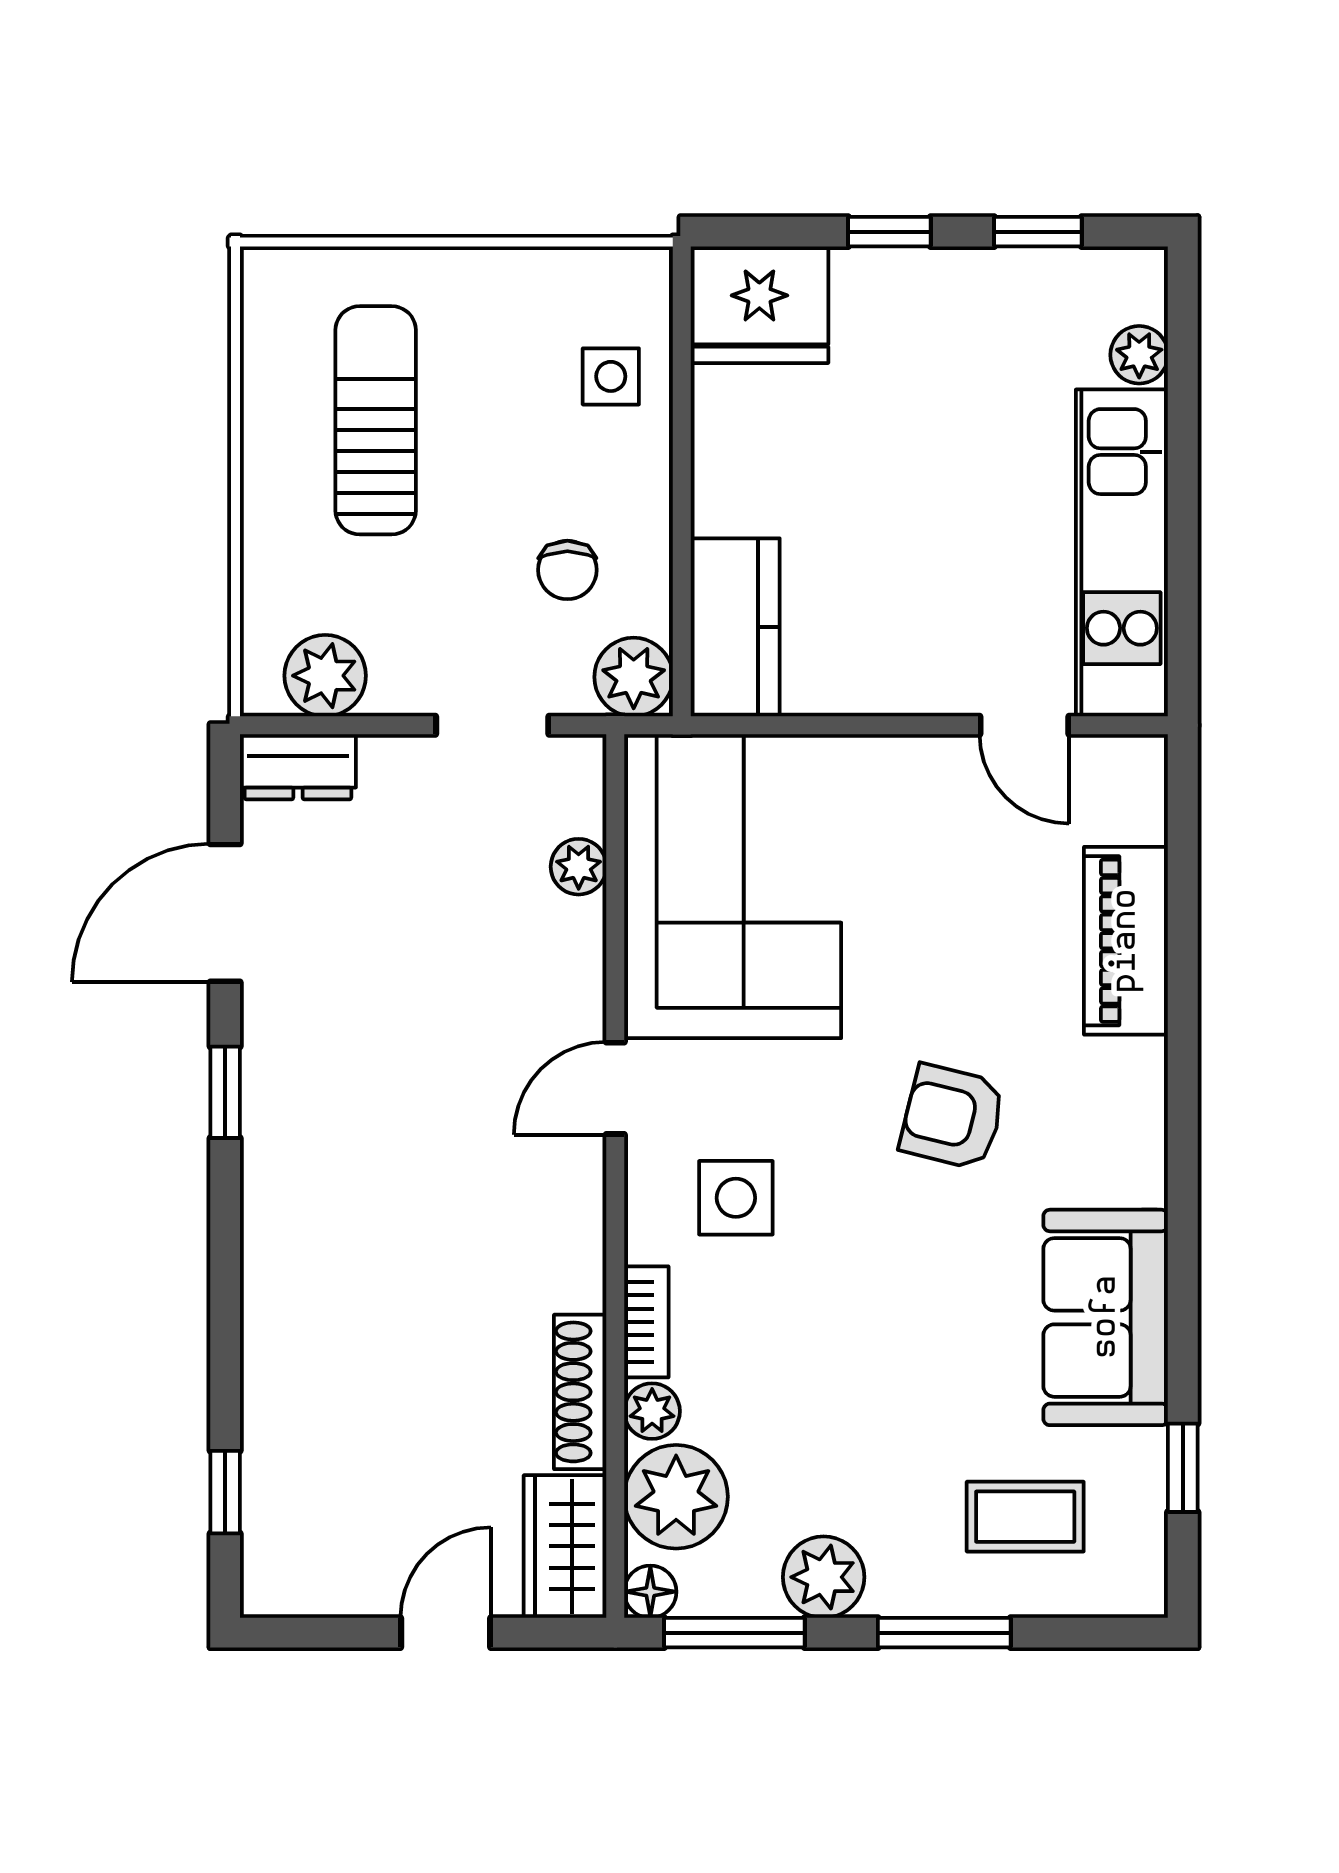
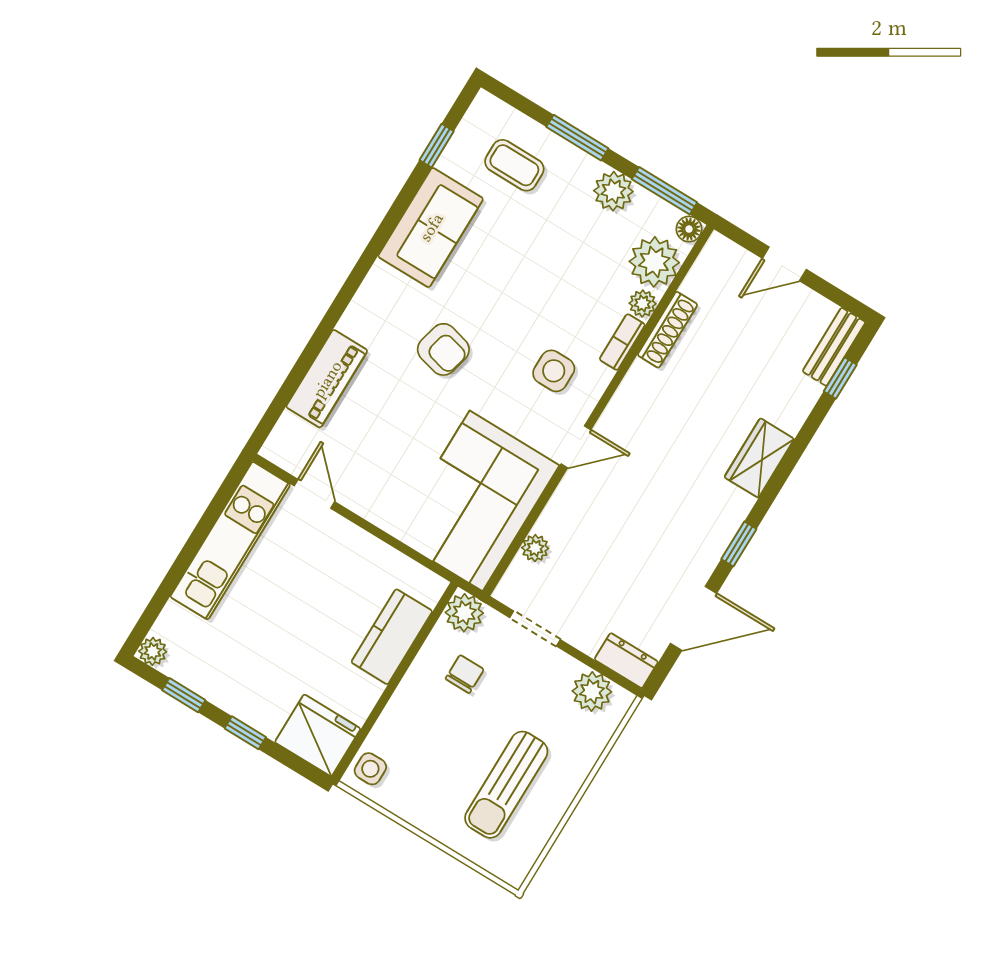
plant: (1139, 355) -> (153, 651), moved
side table: (611, 376) -> (370, 769), moved
kitchen counter: (735, 627) -> (392, 637), moved
bench: (270, 1540) -> (834, 347), added
wardrobe: (565, 1546) -> (759, 458), moved, turned 180

